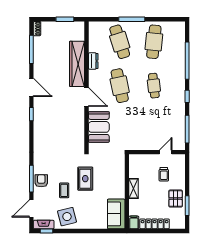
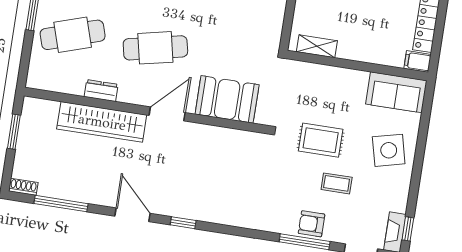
door: (31, 87) -> (133, 215), hinge flipped
shelving: (134, 189) -> (317, 46), moved
side table: (67, 217) -> (389, 150), moved

